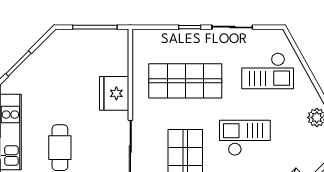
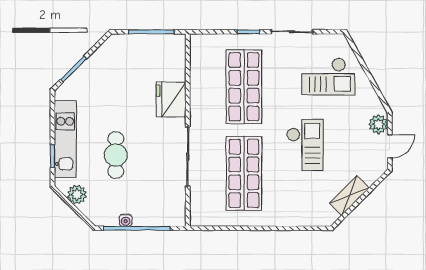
shop shelf: (185, 81) -> (244, 87), turned 90
checkout: (245, 138) -> (305, 145), turned 90

